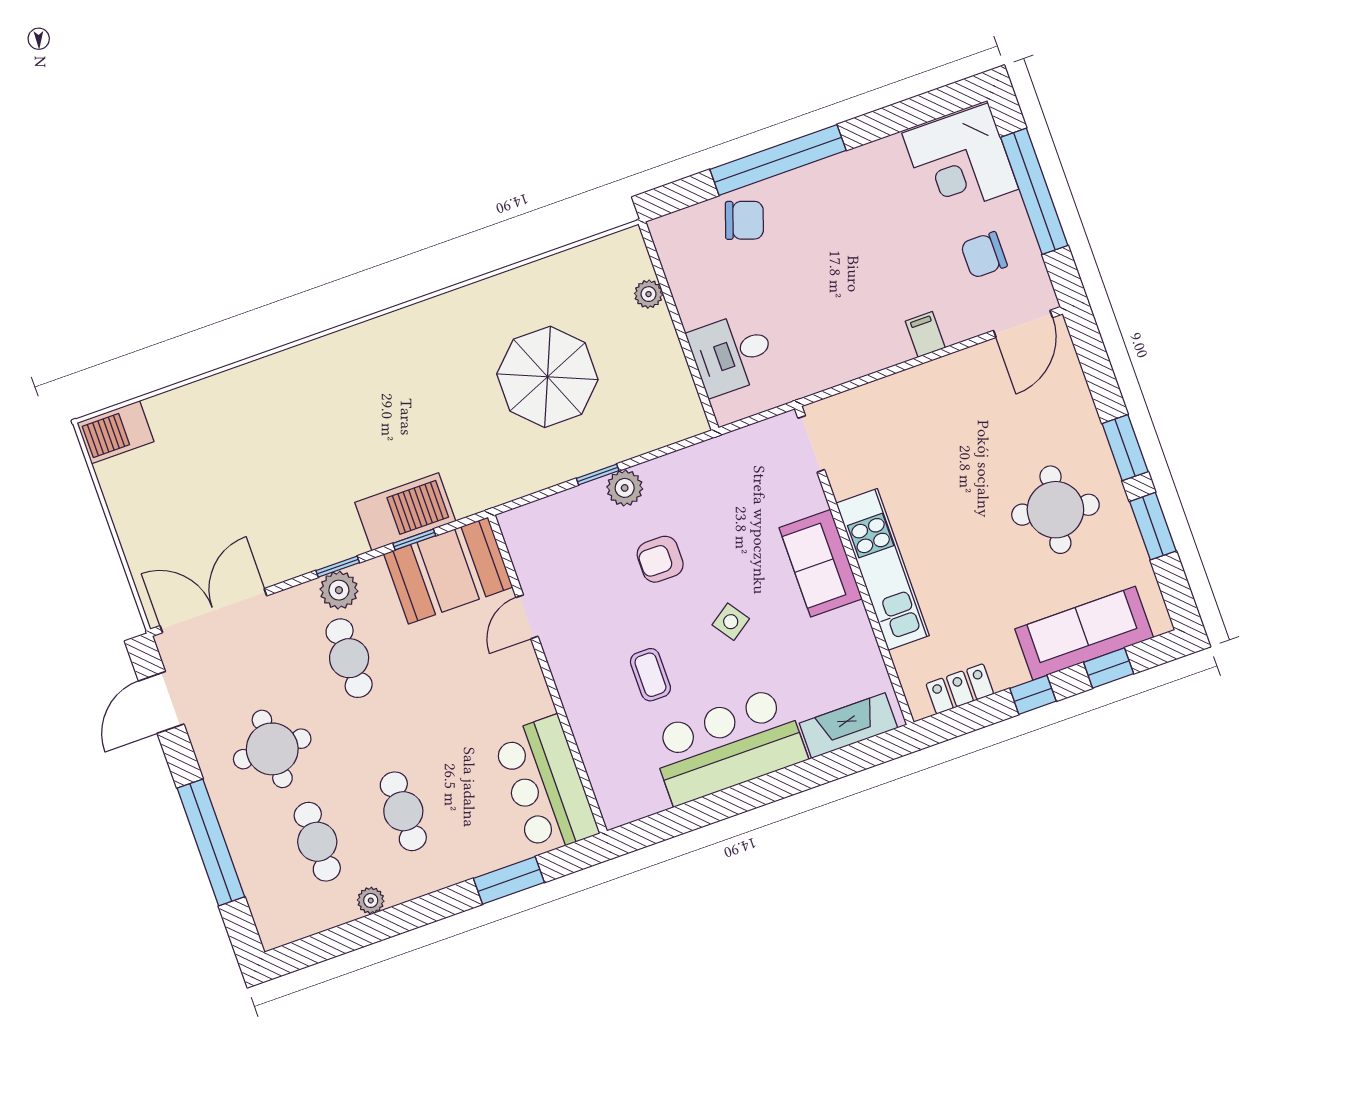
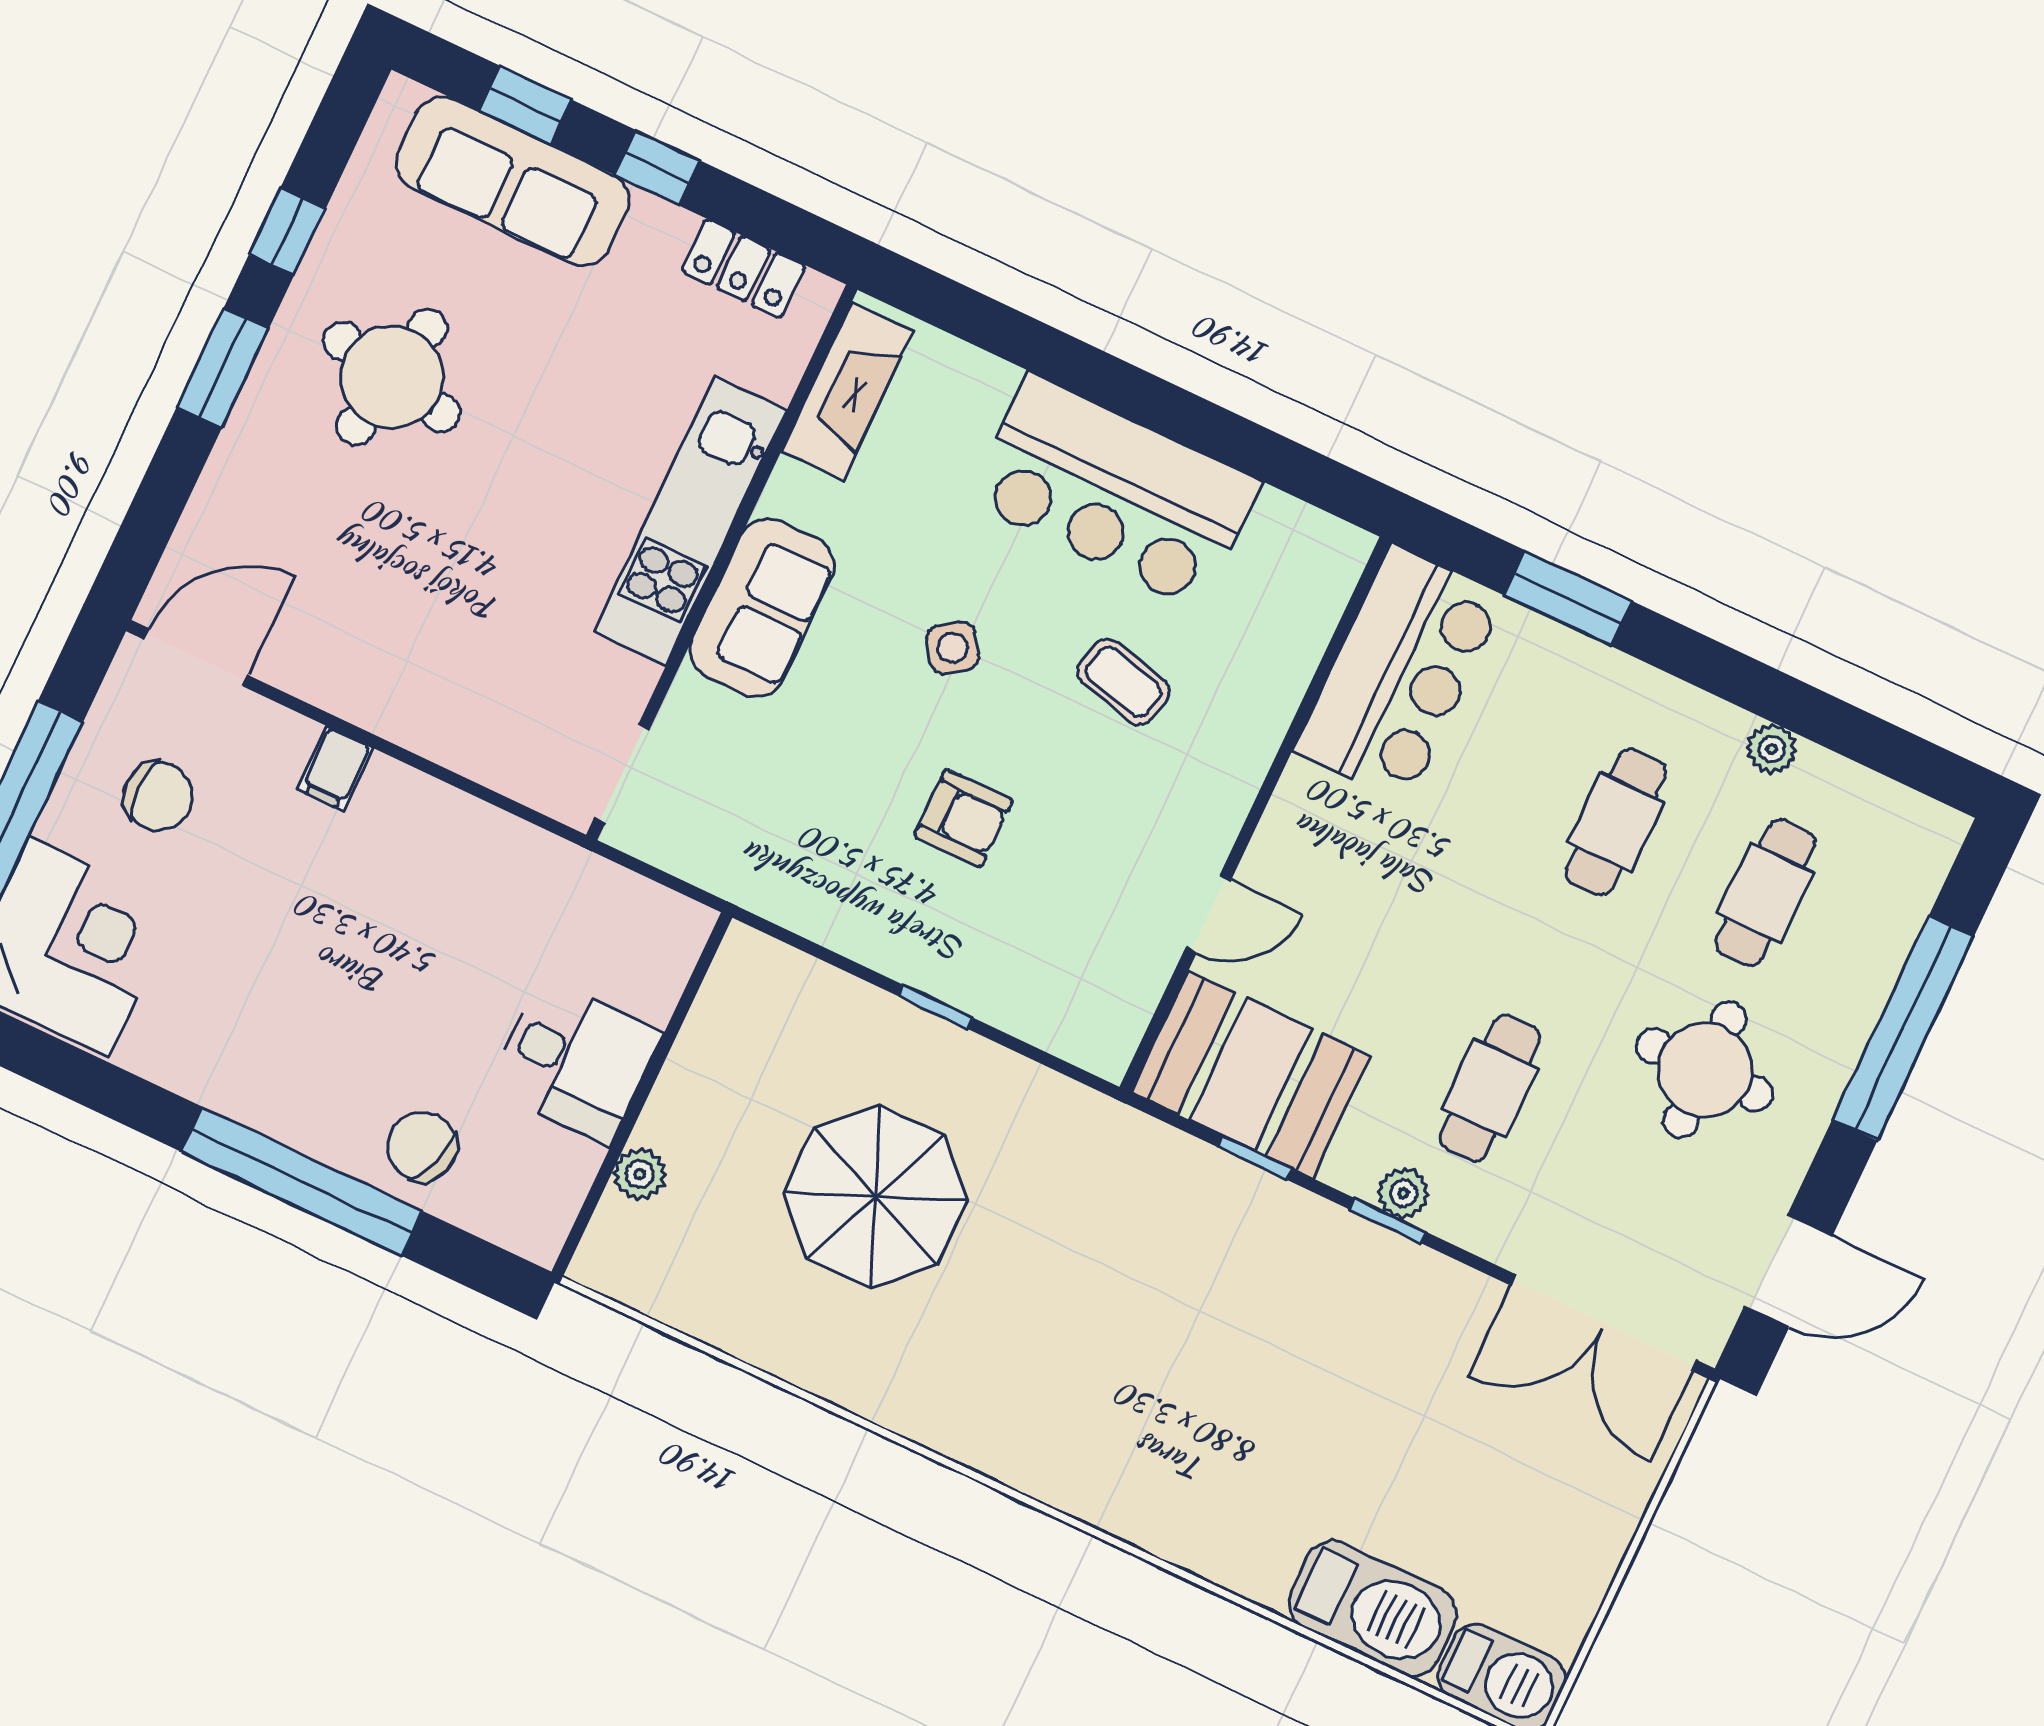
desk: (732, 354) -> (575, 1061), moved
plant: (625, 488) -> (918, 955), removed
barbecue: (405, 512) -> (1373, 1608), moved, turned 180
window: (1153, 526) -> (287, 231), width x0.67
plant: (339, 590) -> (1403, 1193), width x0.73, depth x0.73
coffee table: (650, 675) -> (1123, 682), turned -76
fireplace: (848, 726) -> (847, 391), moved, turned -90

